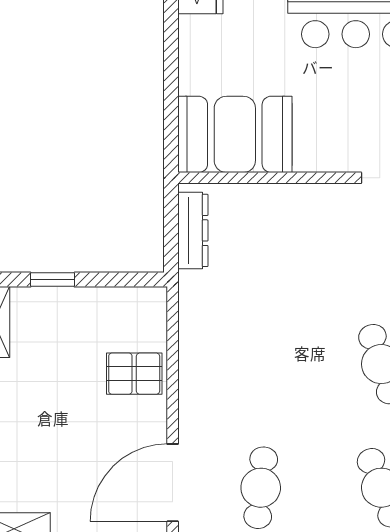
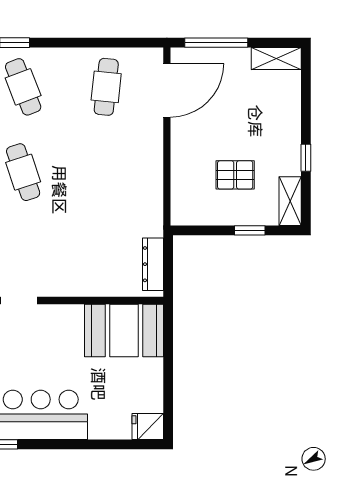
pallet: (134, 374) -> (235, 175), moved

